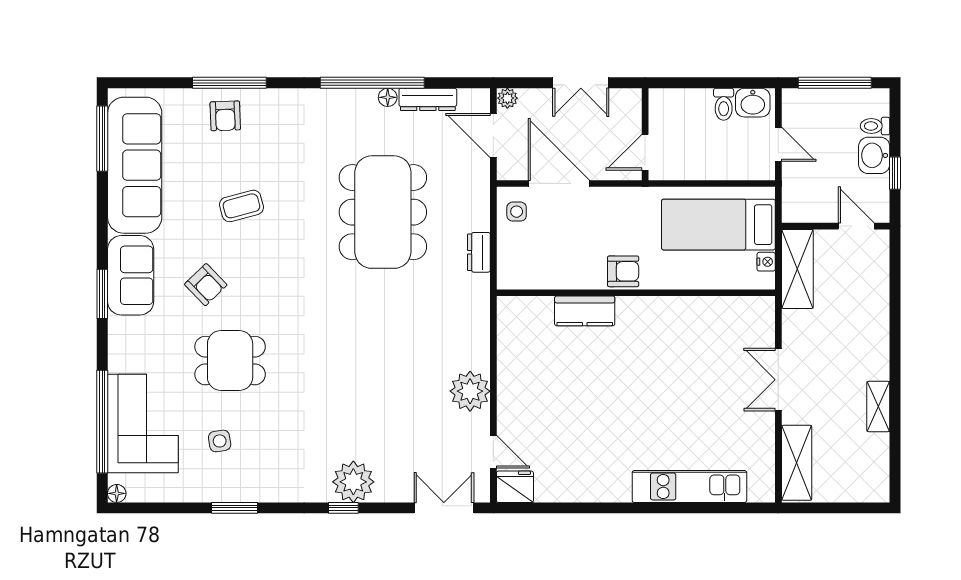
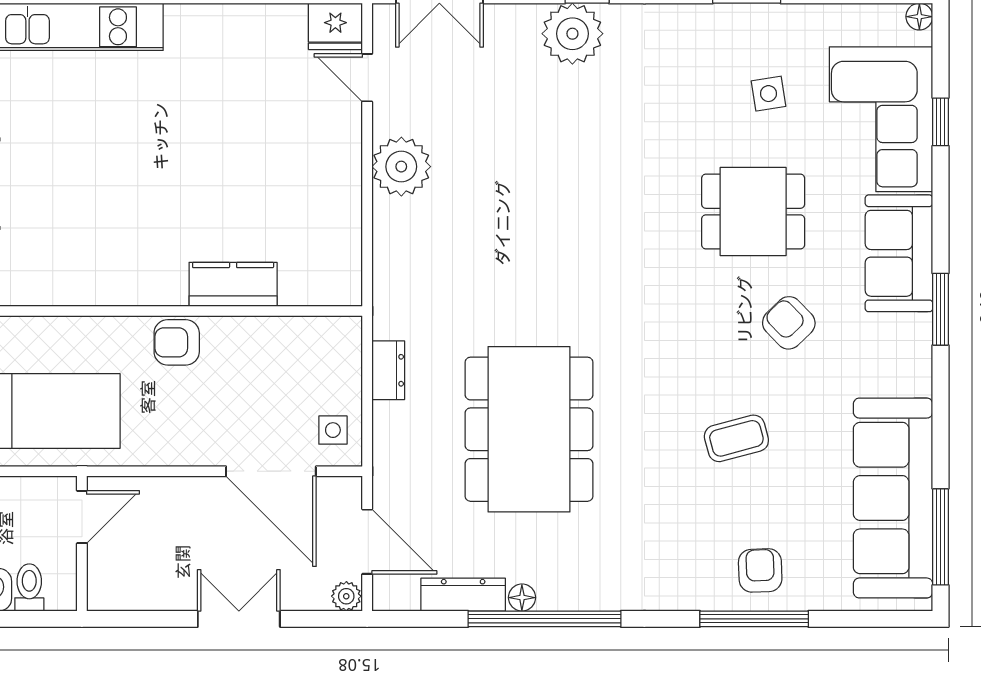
wall: (645, 134) -> (82, 543), moved
door: (645, 152) -> (82, 517), moved
sofa: (131, 275) -> (899, 253), moved
window: (102, 422) -> (941, 122), width x0.32

